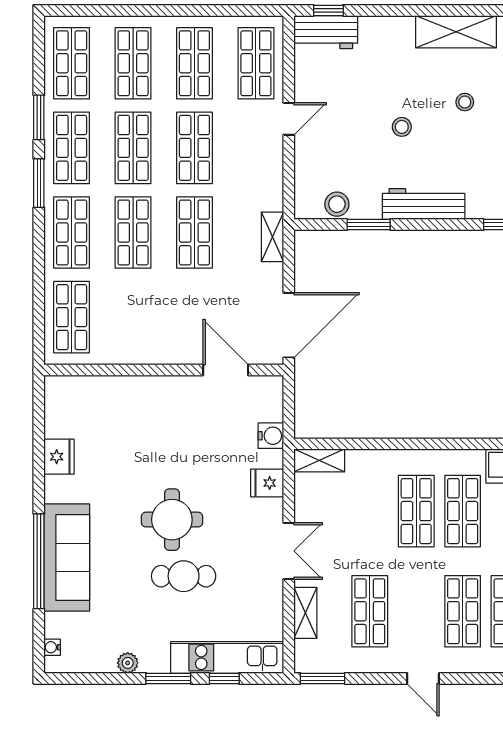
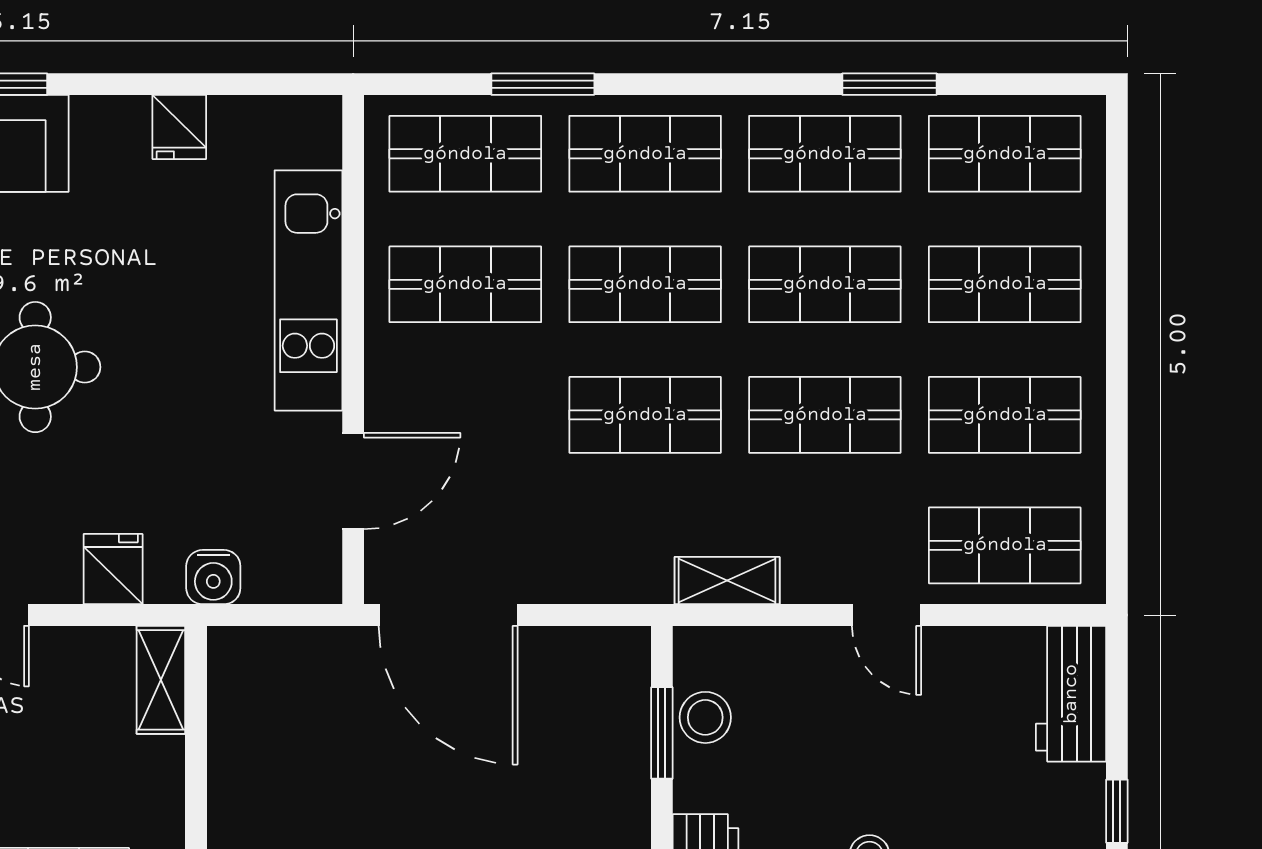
window: (328, 10) -> (1117, 811), moved
window: (39, 183) -> (543, 84), moved
window: (369, 225) -> (662, 733), moved
shelving: (272, 237) -> (727, 581), moved
shop shelf: (133, 317) -> (465, 284), added
kitchen unit: (136, 391) -> (308, 290), added
fridge: (59, 457) -> (179, 127), width x0.72

